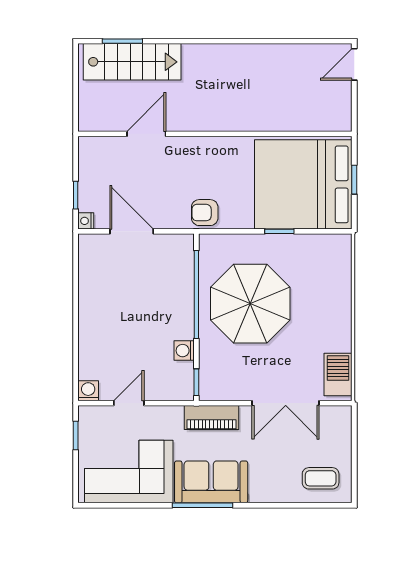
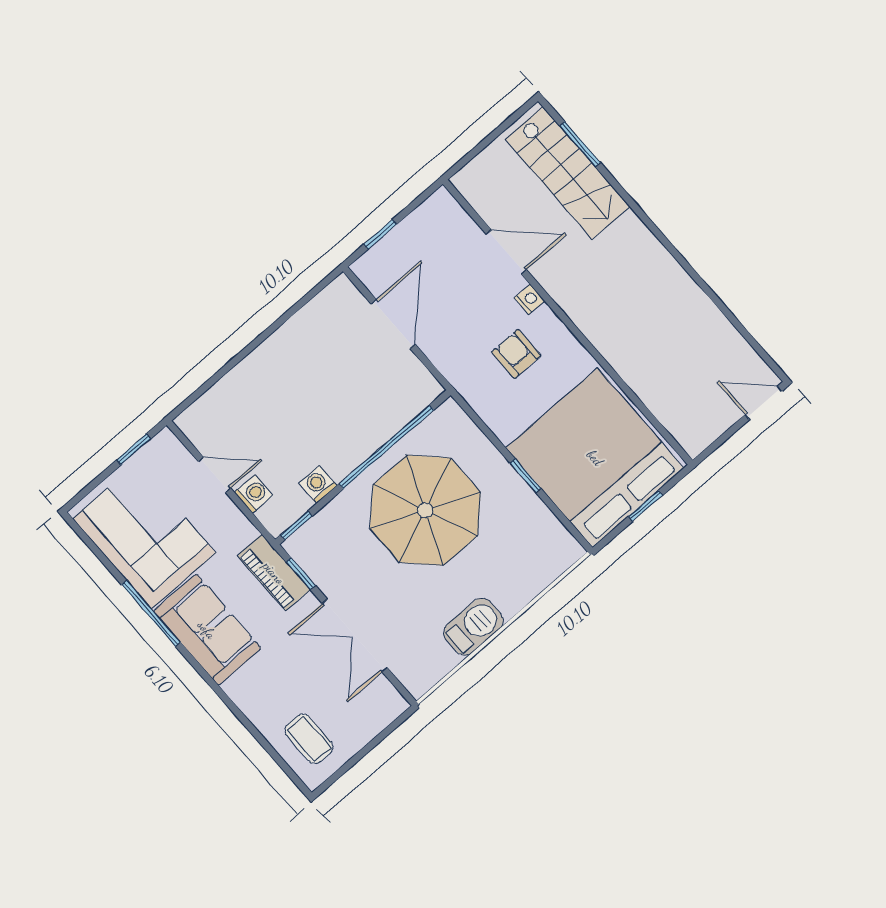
armchair: (205, 213) -> (516, 354), moved
nightstand: (86, 221) -> (530, 299), moved, turned 90
barbecue: (338, 374) -> (473, 627), moved
washing machine: (88, 391) -> (254, 494), moved
window: (225, 403) -> (301, 574), added
window: (203, 505) -> (151, 613), moved

